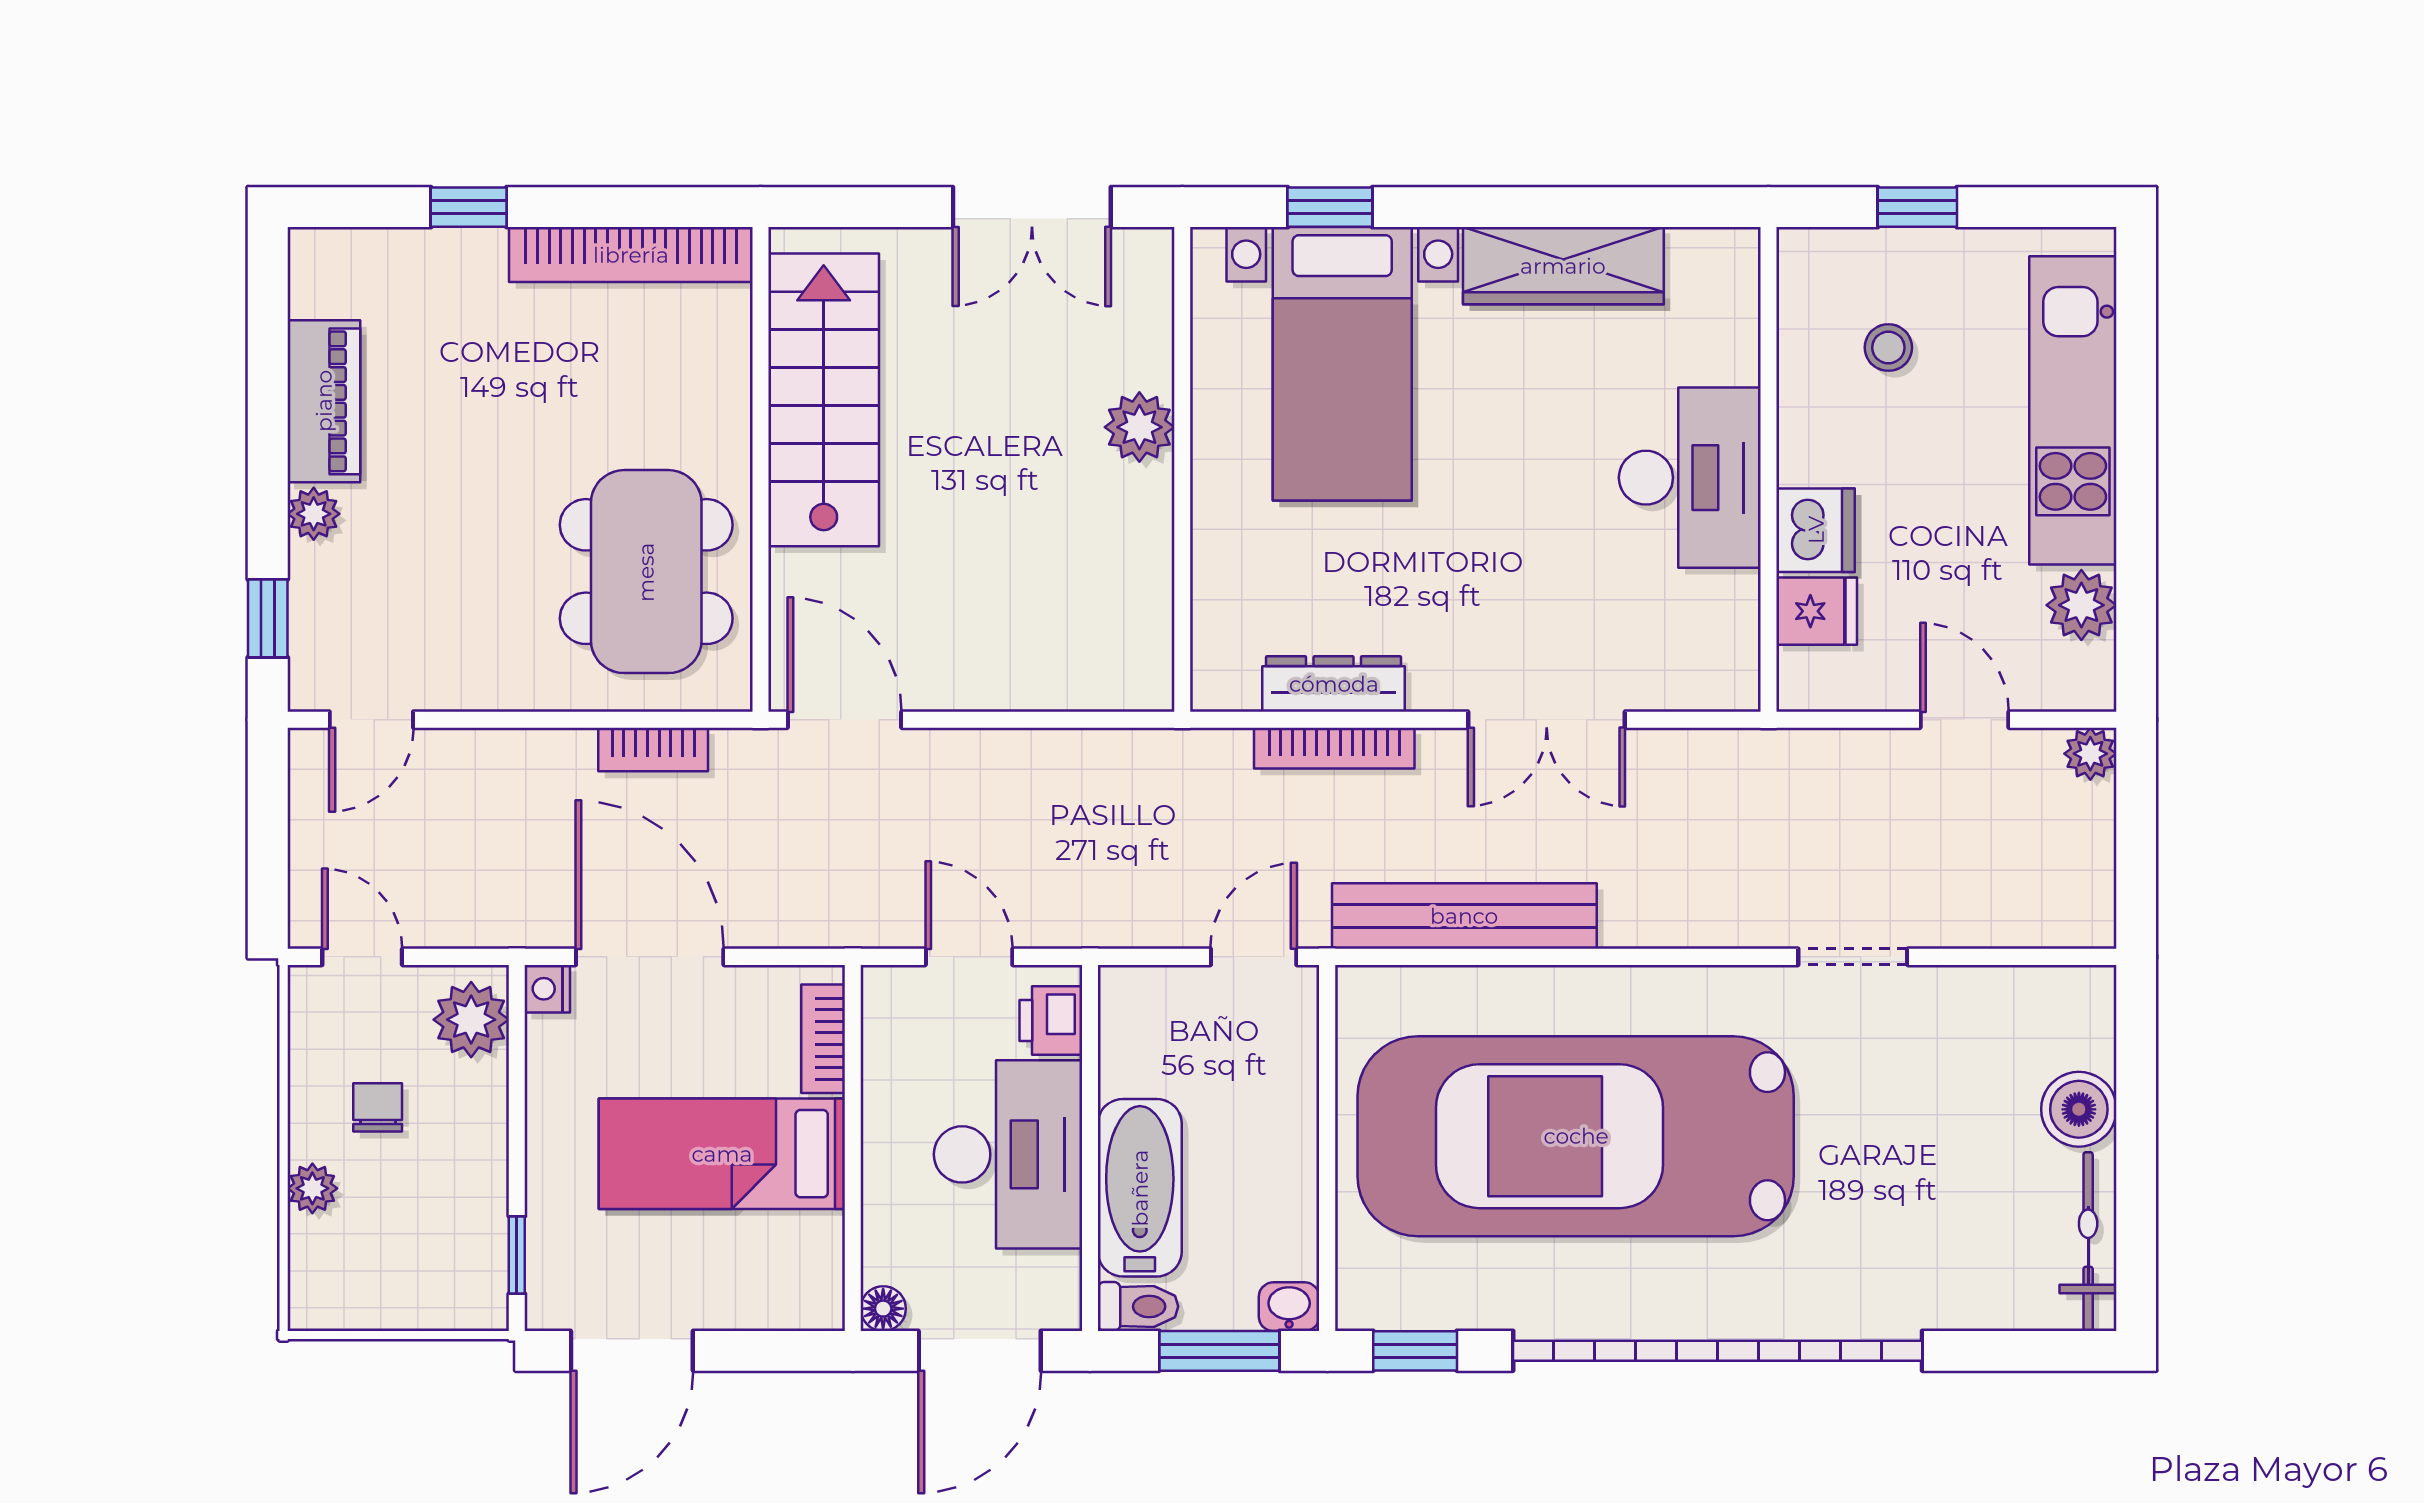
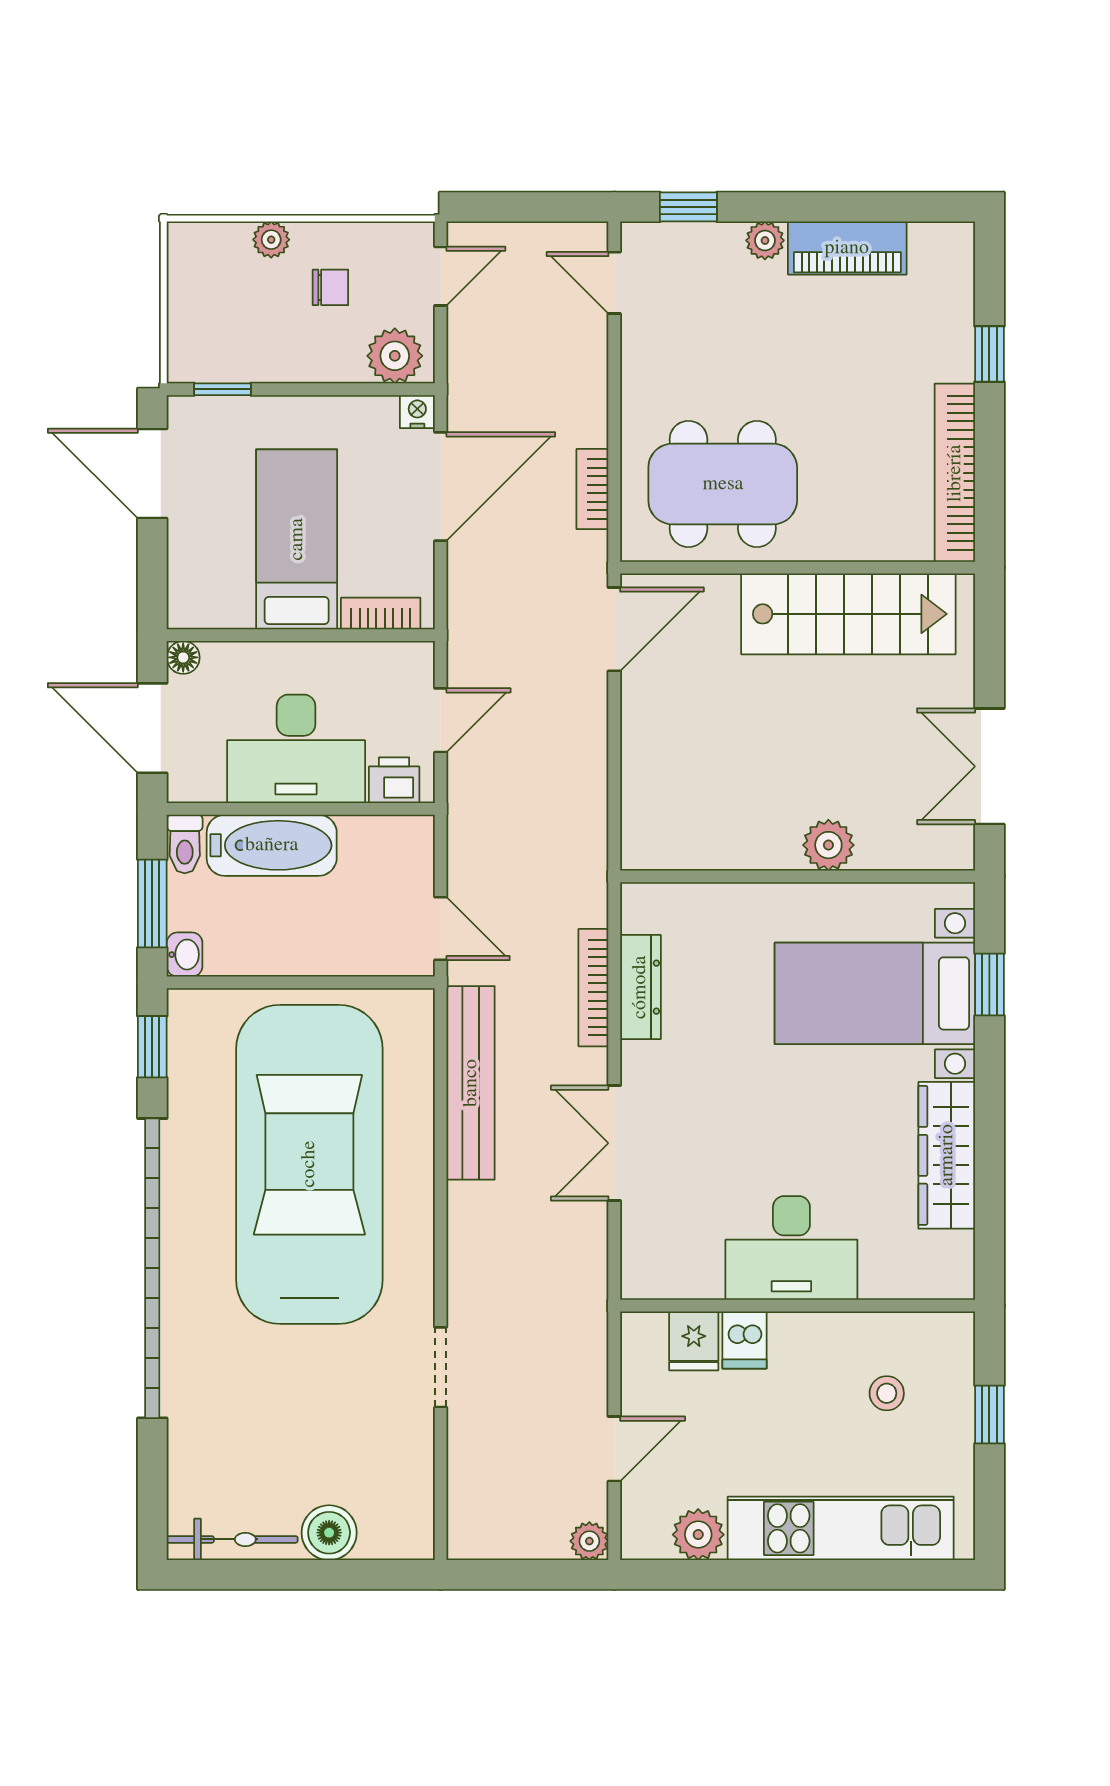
dishwasher: (1816, 530) -> (745, 1340), width x0.73

